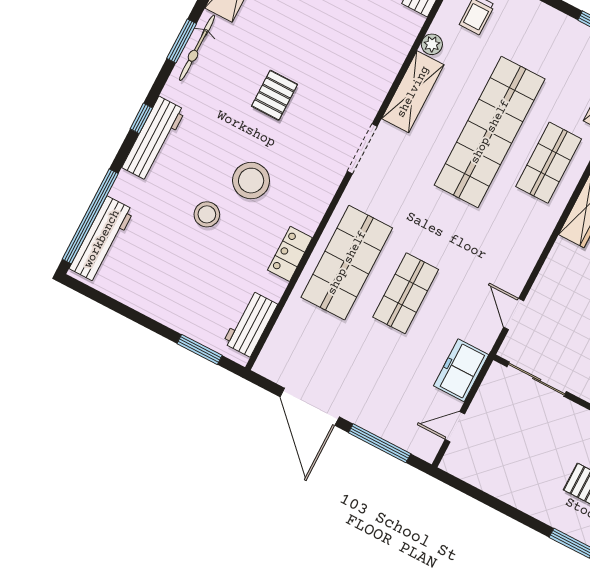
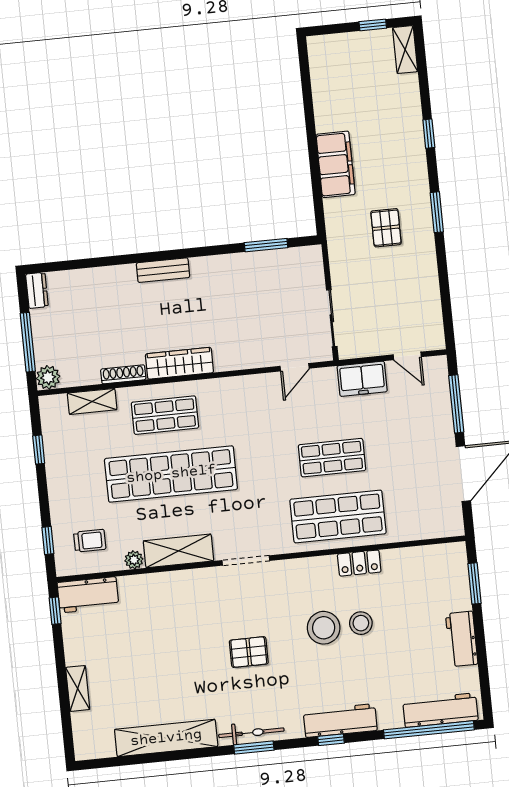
stool: (207, 214) -> (361, 623), moved
workbench: (250, 324) -> (462, 639), moved, turned 90

